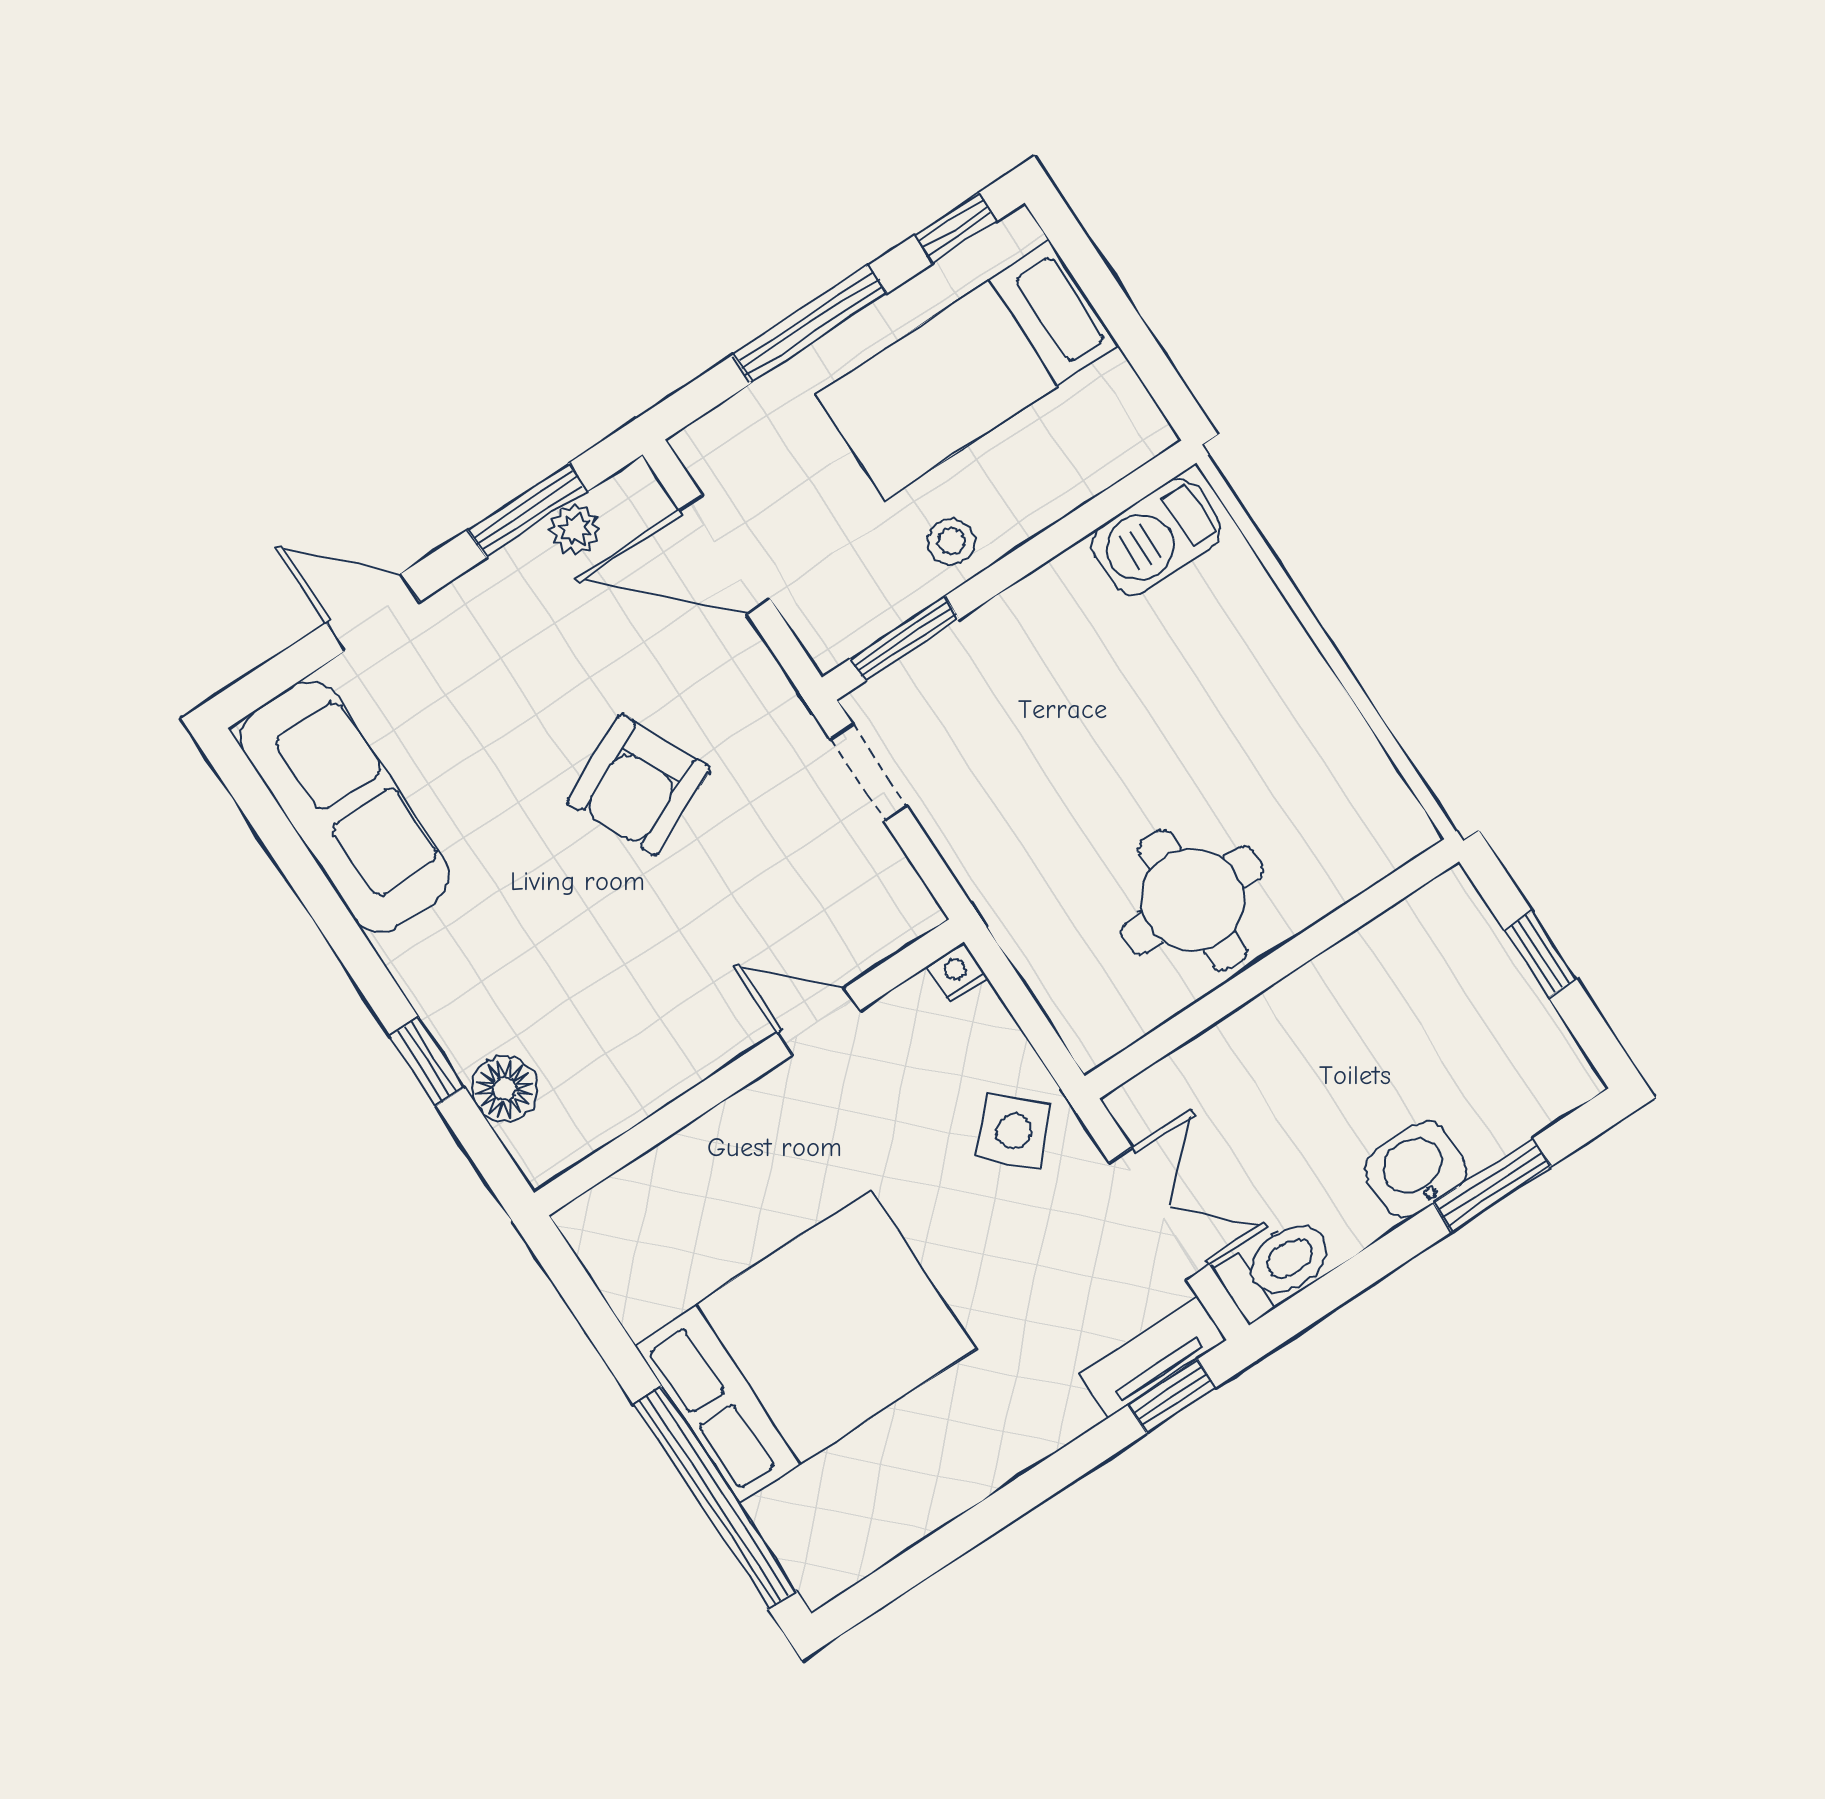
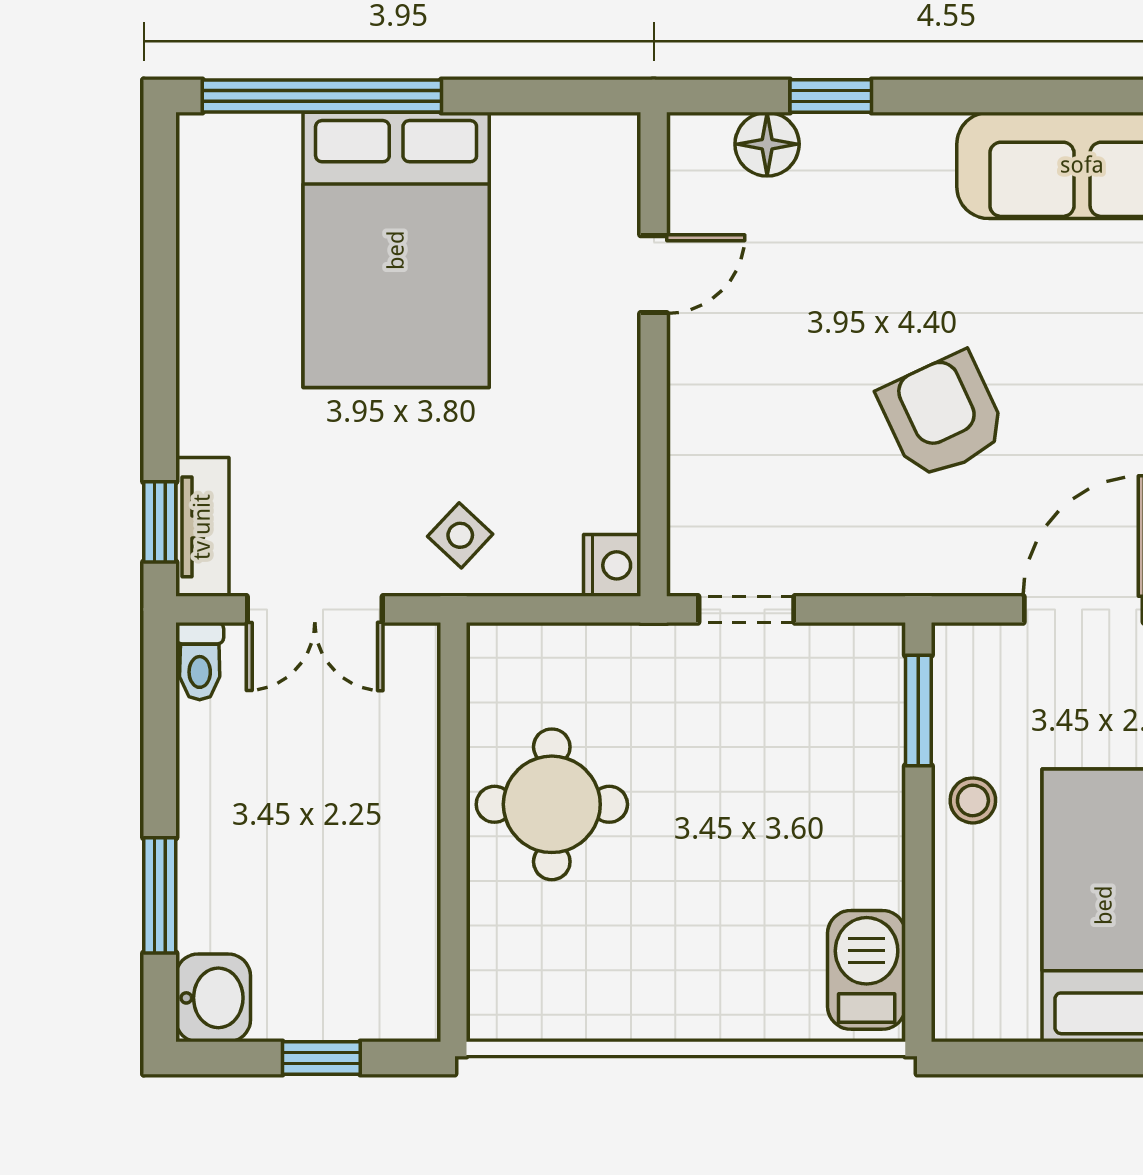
doorway: (868, 772) -> (746, 609), moved
nightstand: (957, 972) -> (612, 565), width x1.39, depth x1.35
door: (819, 1021) -> (654, 274), moved
side table: (1014, 1131) -> (460, 535), width x0.73, depth x0.73
washbasin: (1416, 1170) -> (213, 998), moved
toilet: (1277, 1267) -> (200, 661), width x0.73, depth x0.72

